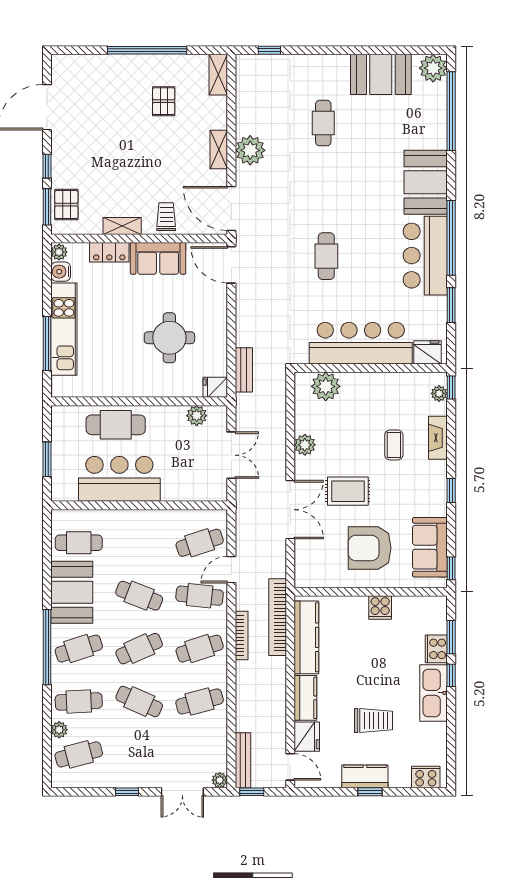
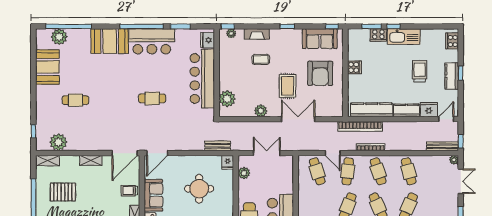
plant: (433, 68) -> (59, 37), moved
pallet: (164, 101) -> (63, 192), width x1.50, depth x1.42
plant: (250, 150) -> (58, 142), moved

